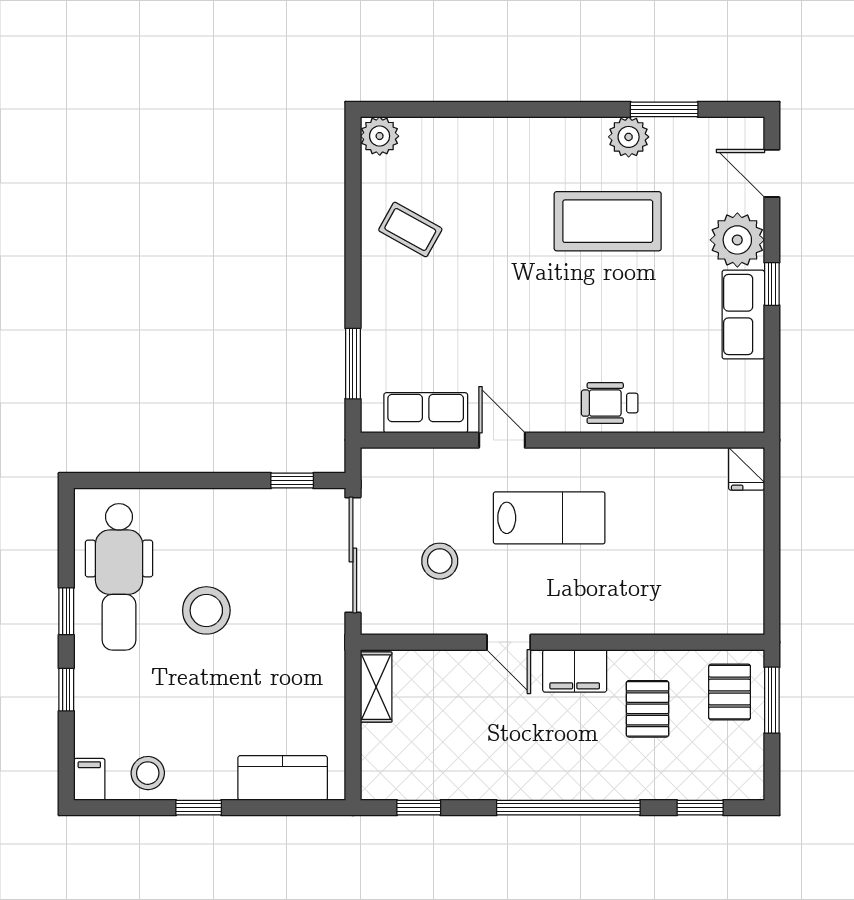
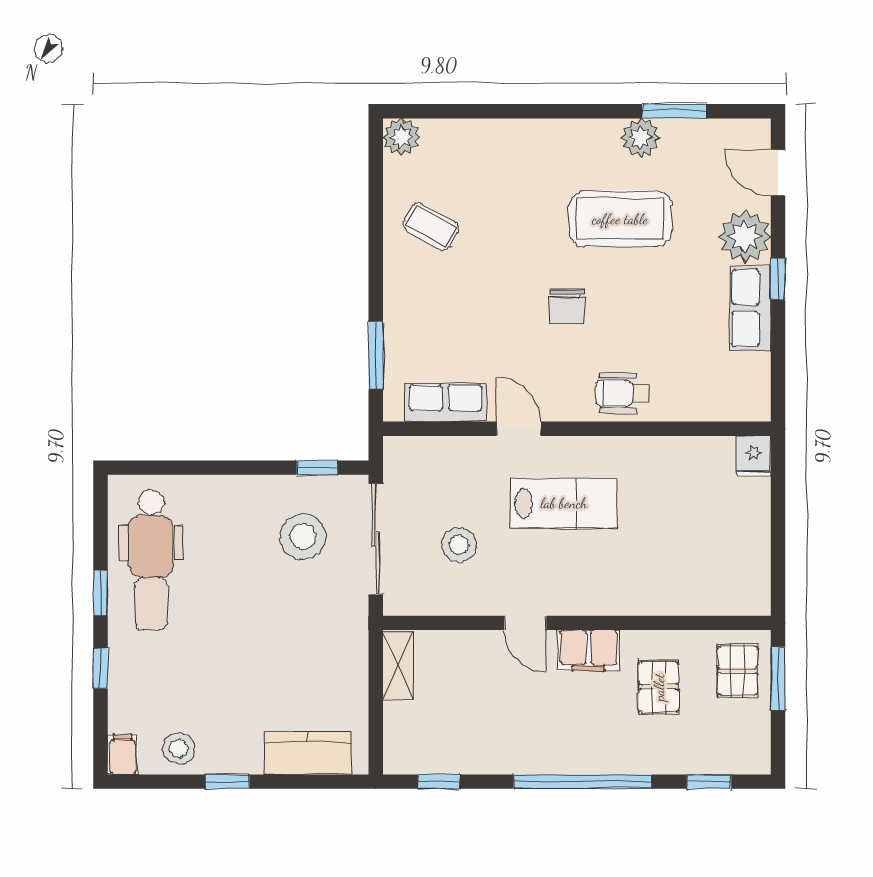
chair: (552, 313) -> (567, 307), added
stool: (206, 610) -> (303, 537), moved

